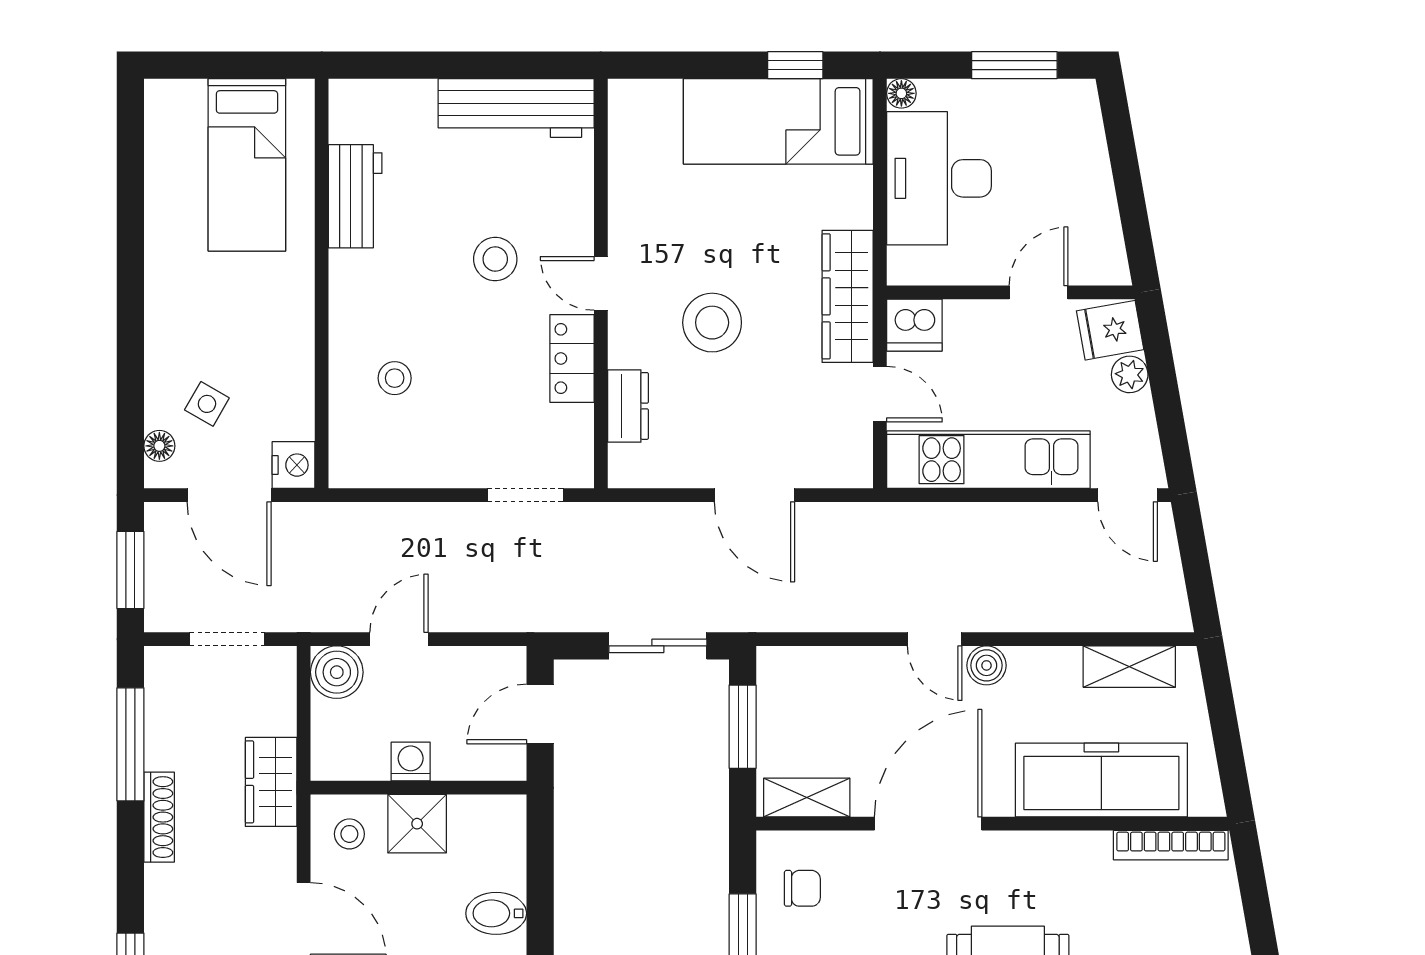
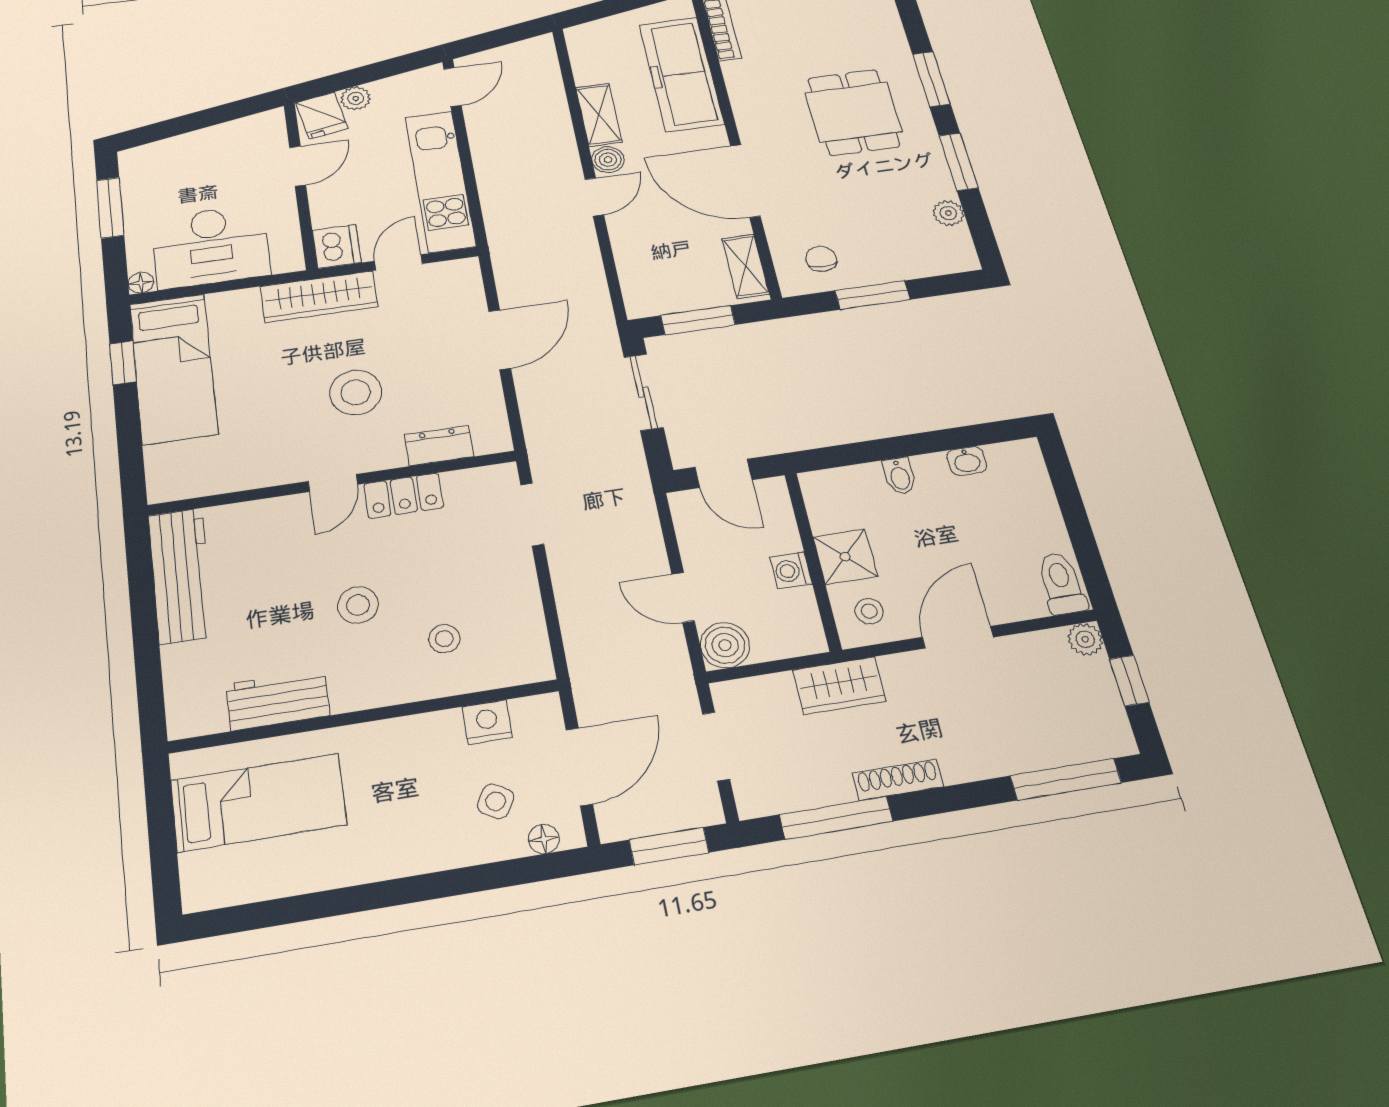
stool: (495, 259) -> (358, 605), moved
door: (1039, 292) -> (298, 166), swing flipped
nightstand: (294, 465) -> (487, 722), moved
shelving: (1129, 667) -> (599, 115), moved
bidet: (496, 913) -> (900, 476), width x0.72, depth x0.74

